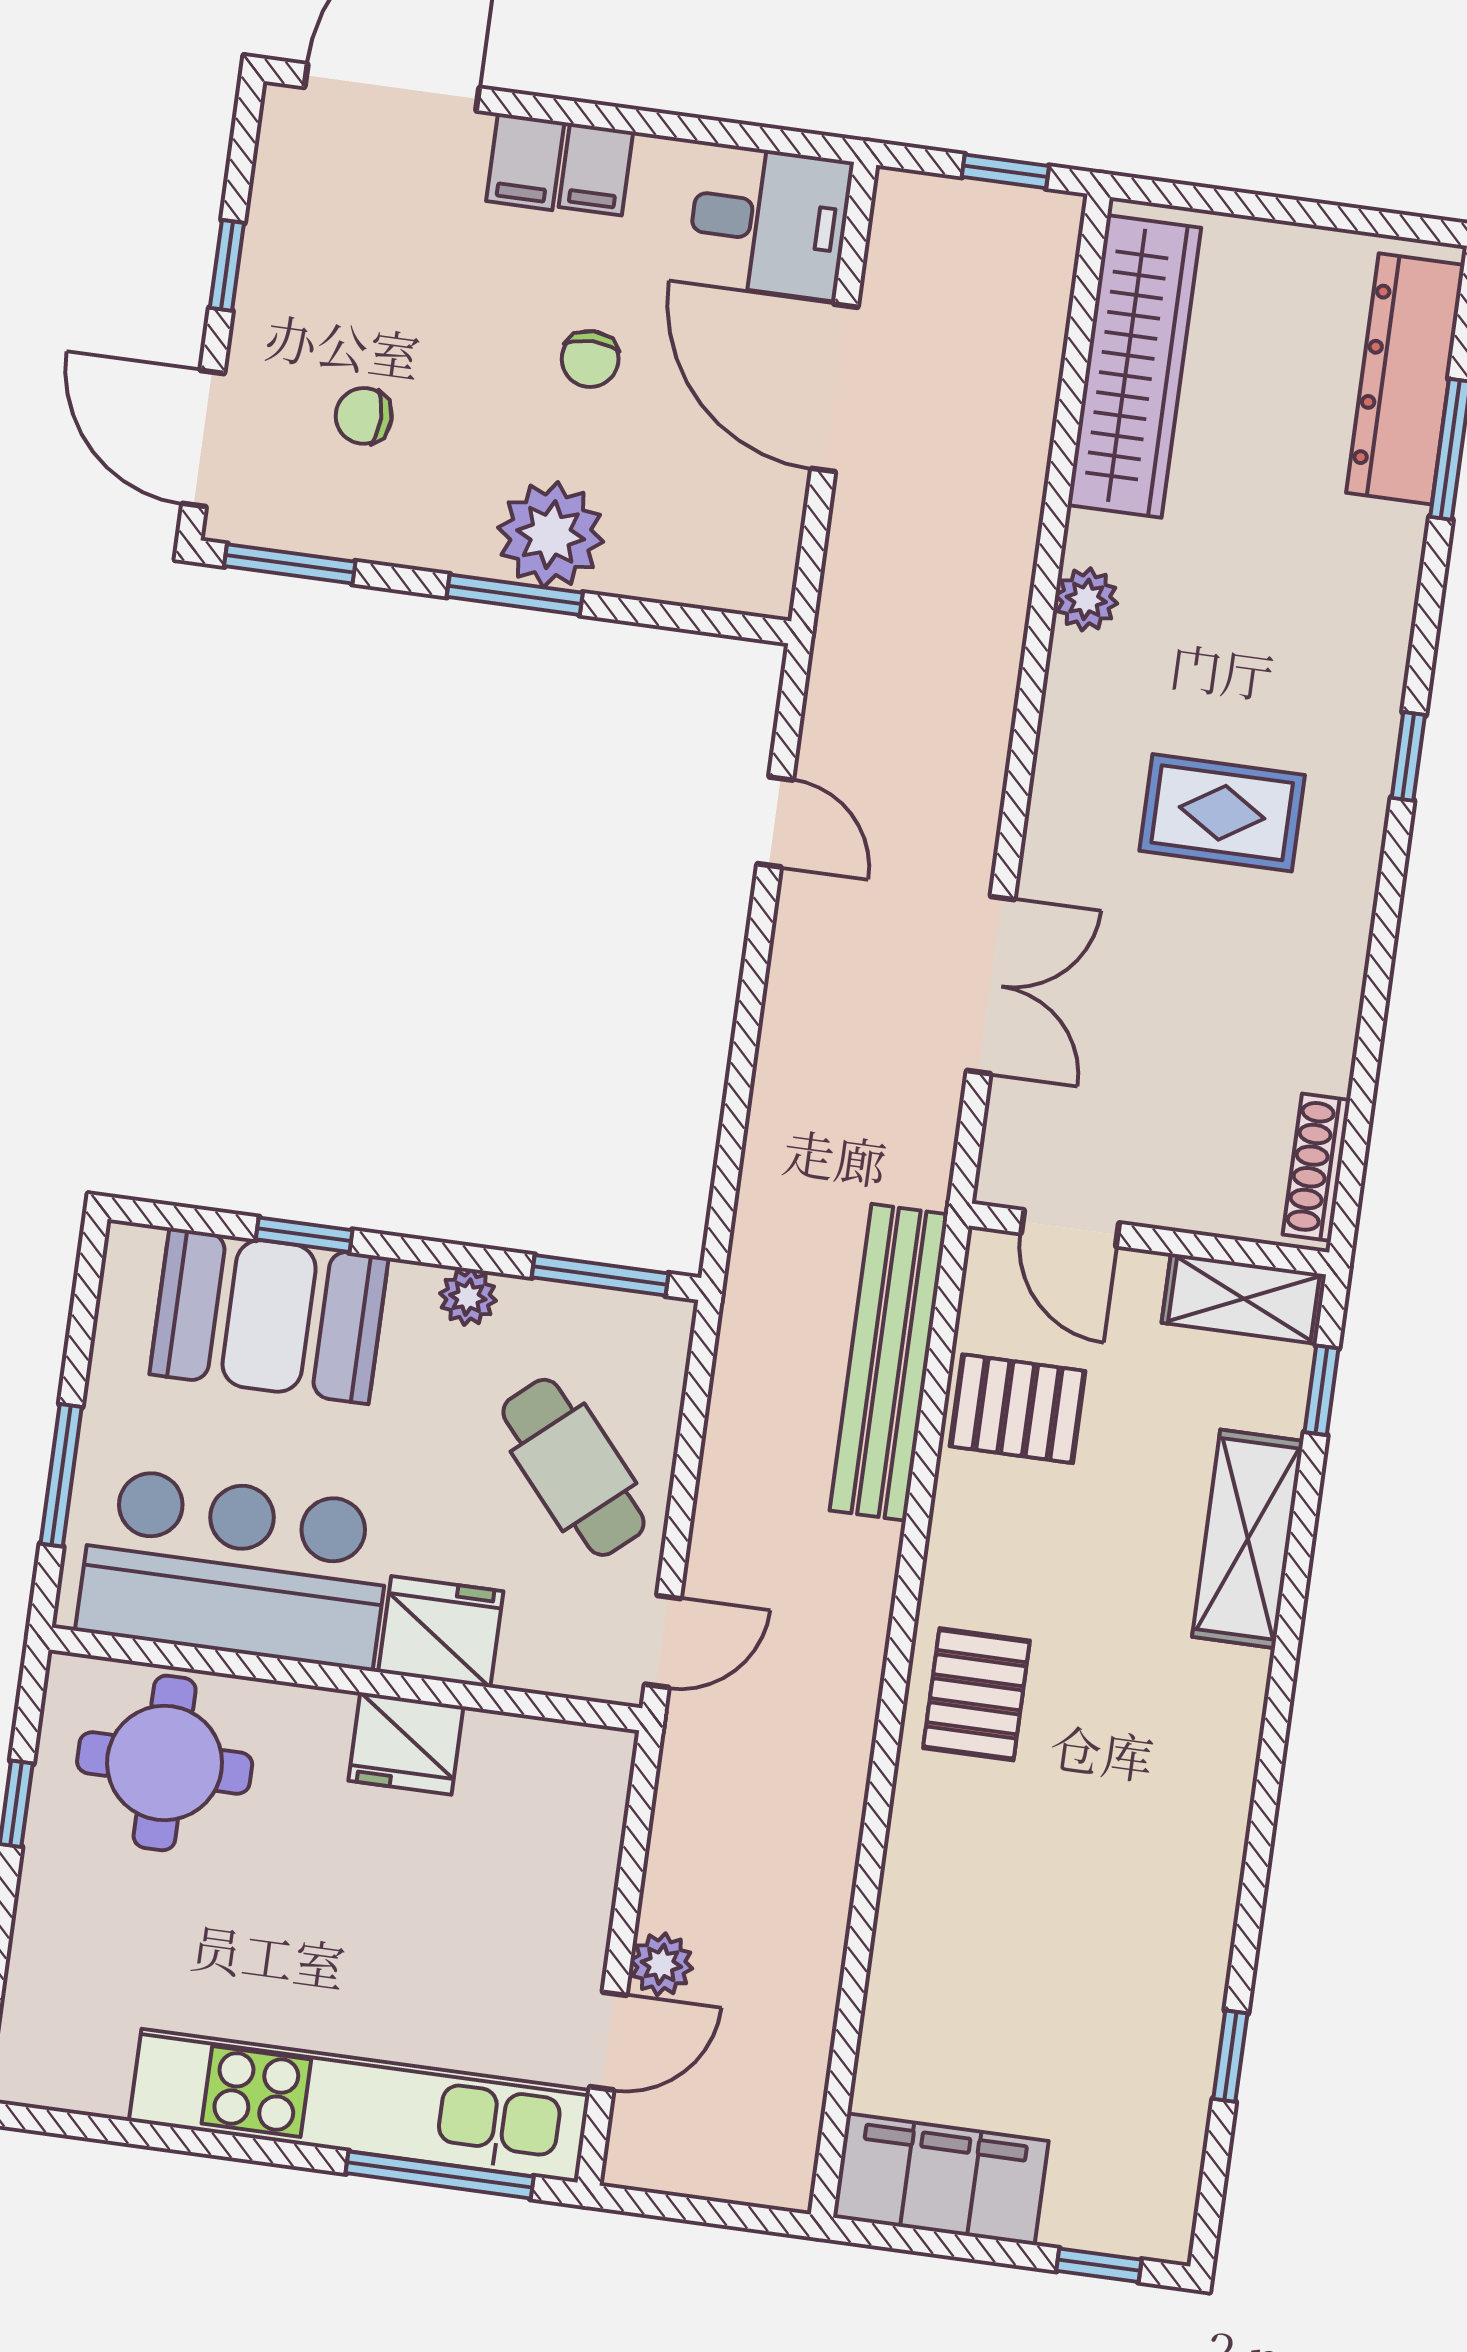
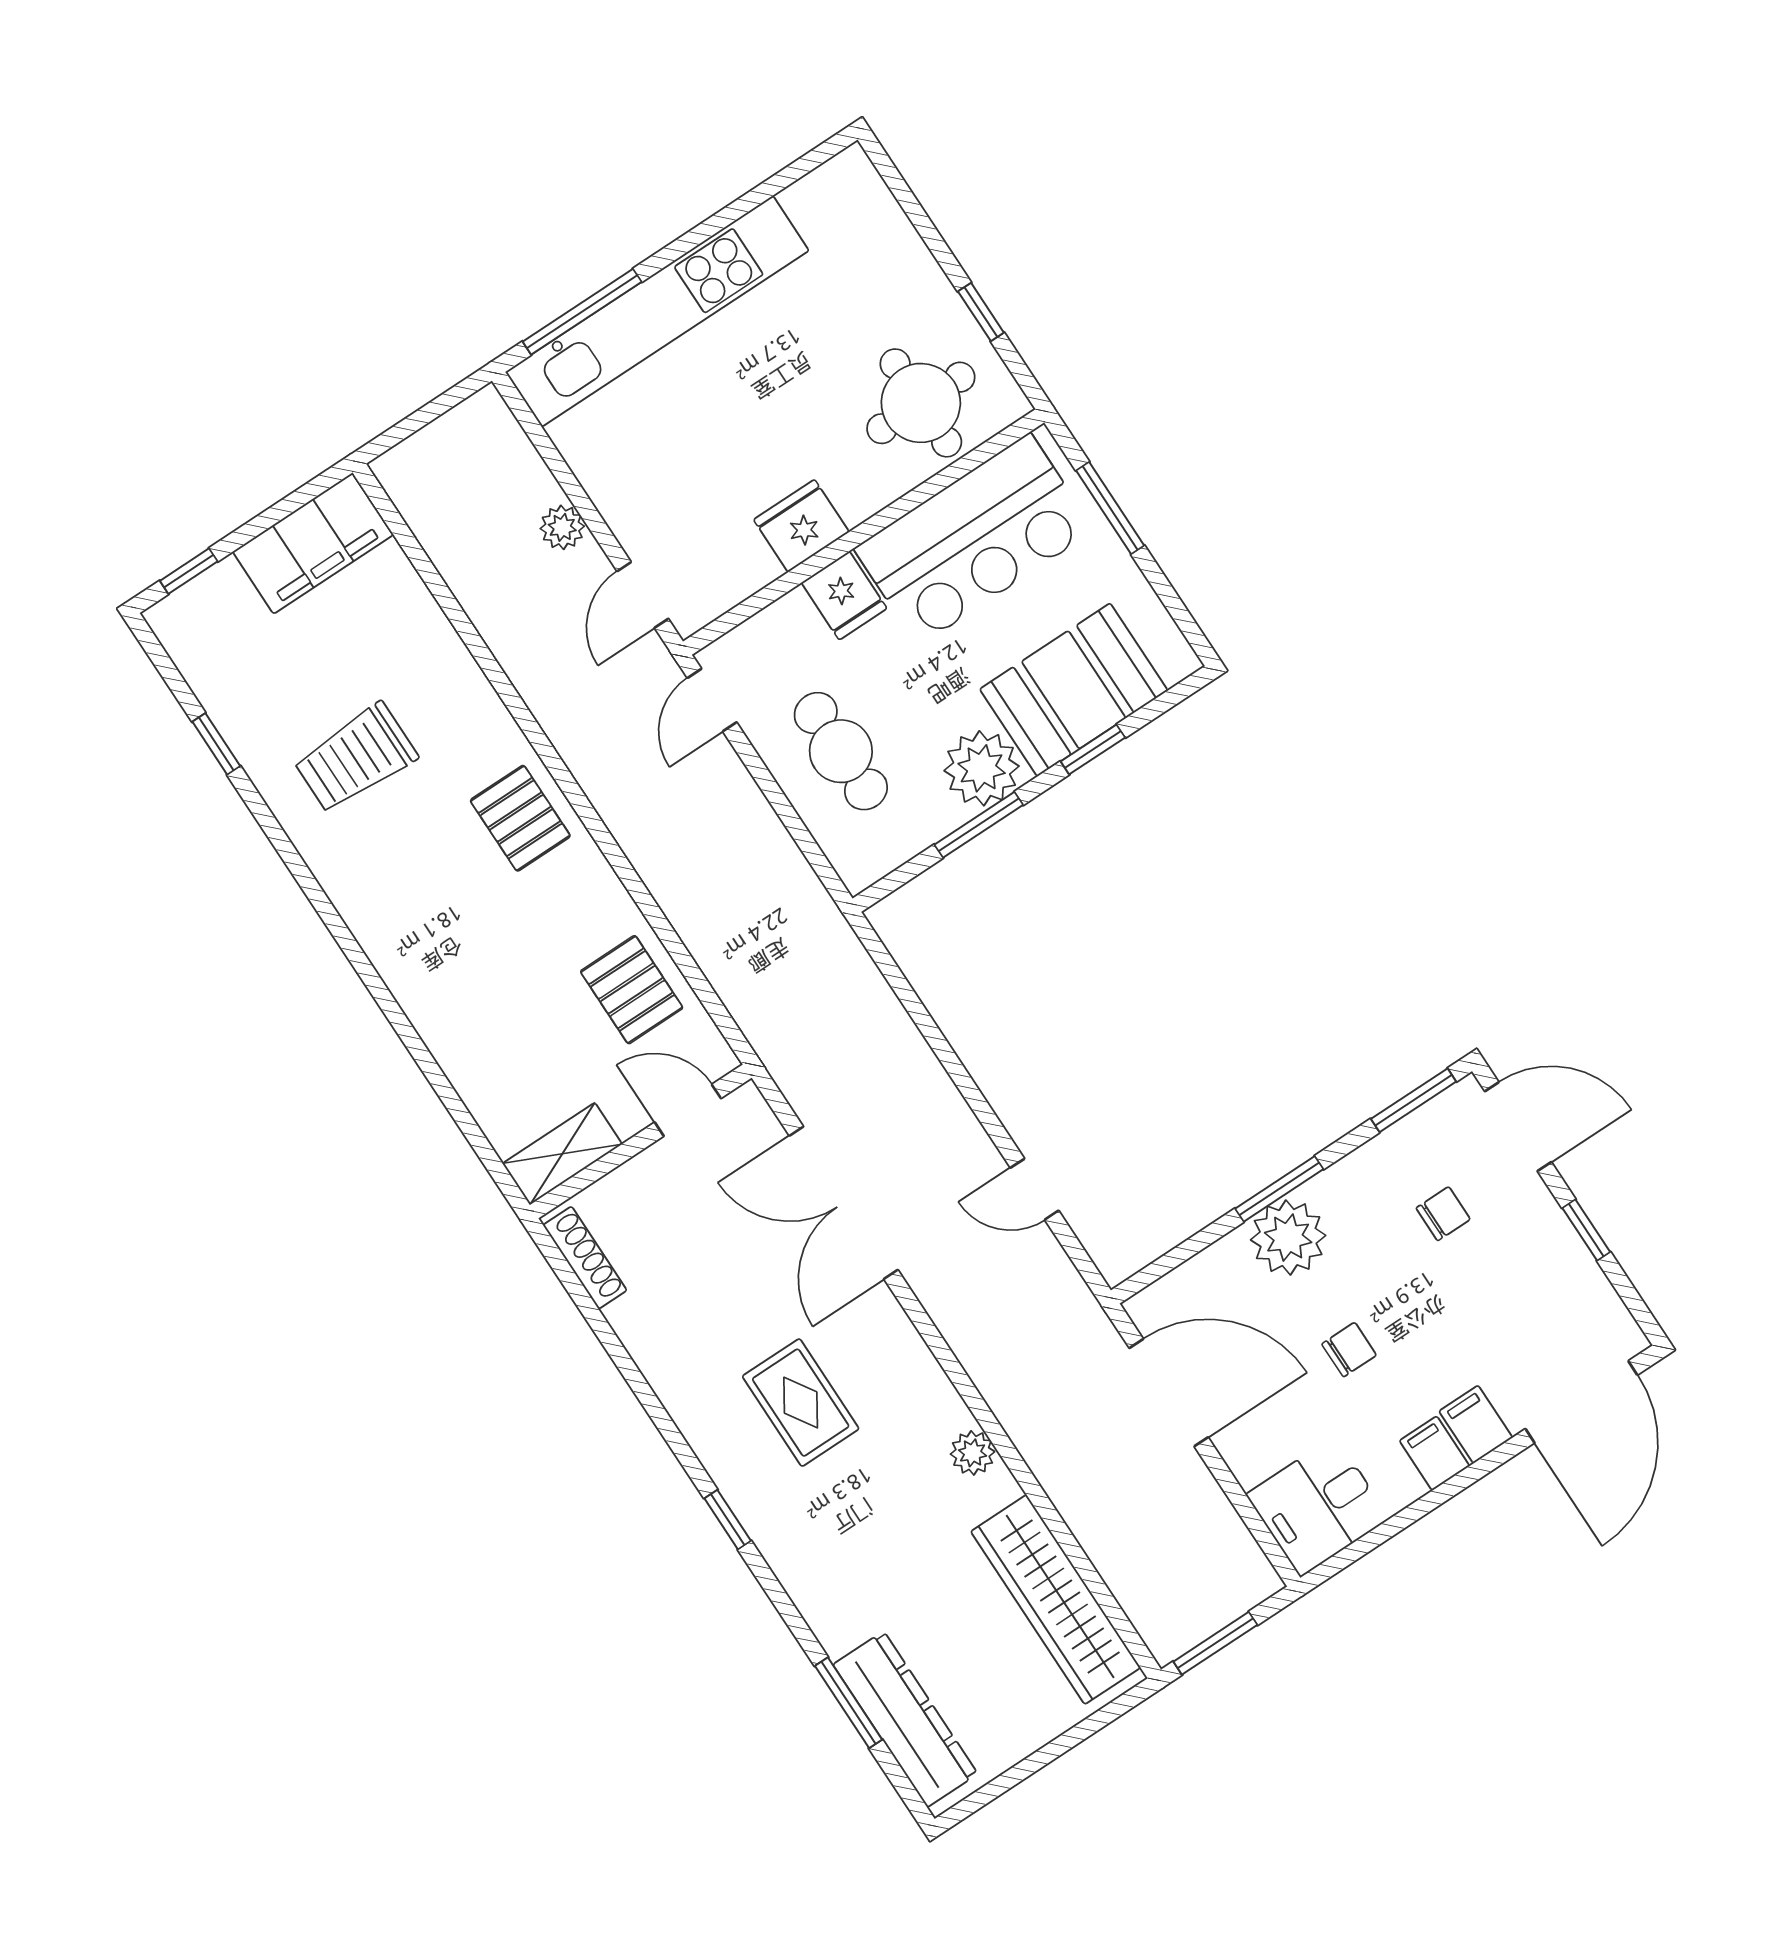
window: (1005, 171) -> (1215, 1643), width x1.50
chair: (590, 359) -> (1349, 1350), turned 90
door: (834, 388) -> (1169, 1393), moved
rug: (1222, 813) -> (801, 1403), turned 90
double door: (991, 985) -> (844, 1203), width x1.37
window: (600, 1275) -> (979, 825), moved
plant: (468, 1297) -> (982, 768), width x1.88, depth x1.88
bench: (889, 1362) -> (722, 954), removed
window: (1322, 1390) -> (478, 1141), removed
pallet: (1018, 1409) -> (632, 990), turned 90
cafe table: (573, 1467) -> (841, 751), turned 41
shelving: (1248, 1539) -> (448, 1028), removed
fridge: (441, 1632) -> (844, 596), width x0.72
trolley: (1096, 1911) -> (356, 758), added
door: (608, 2041) -> (643, 595), moved

